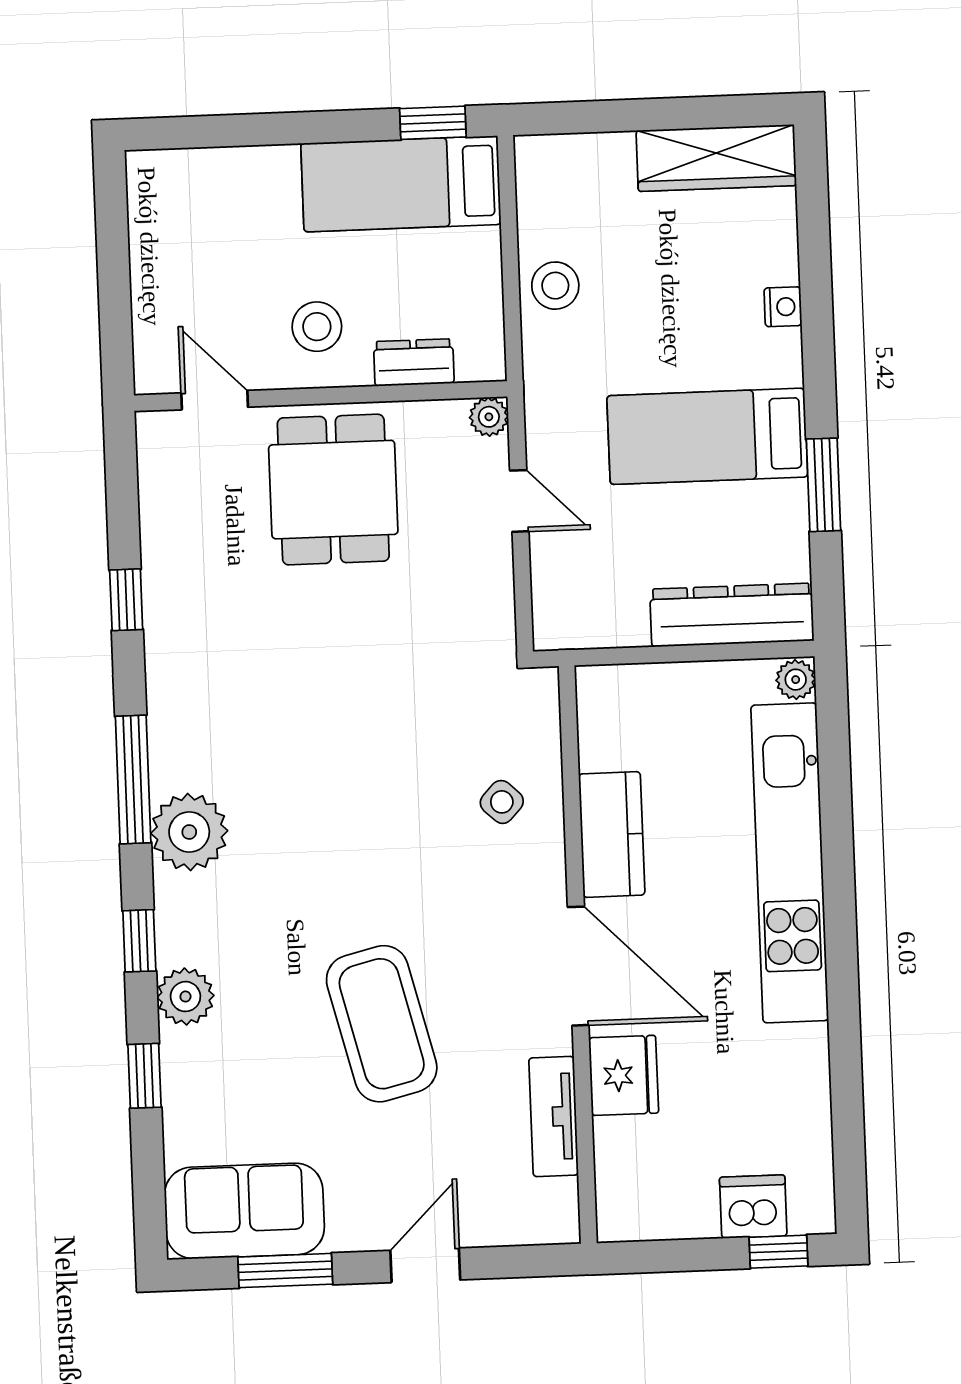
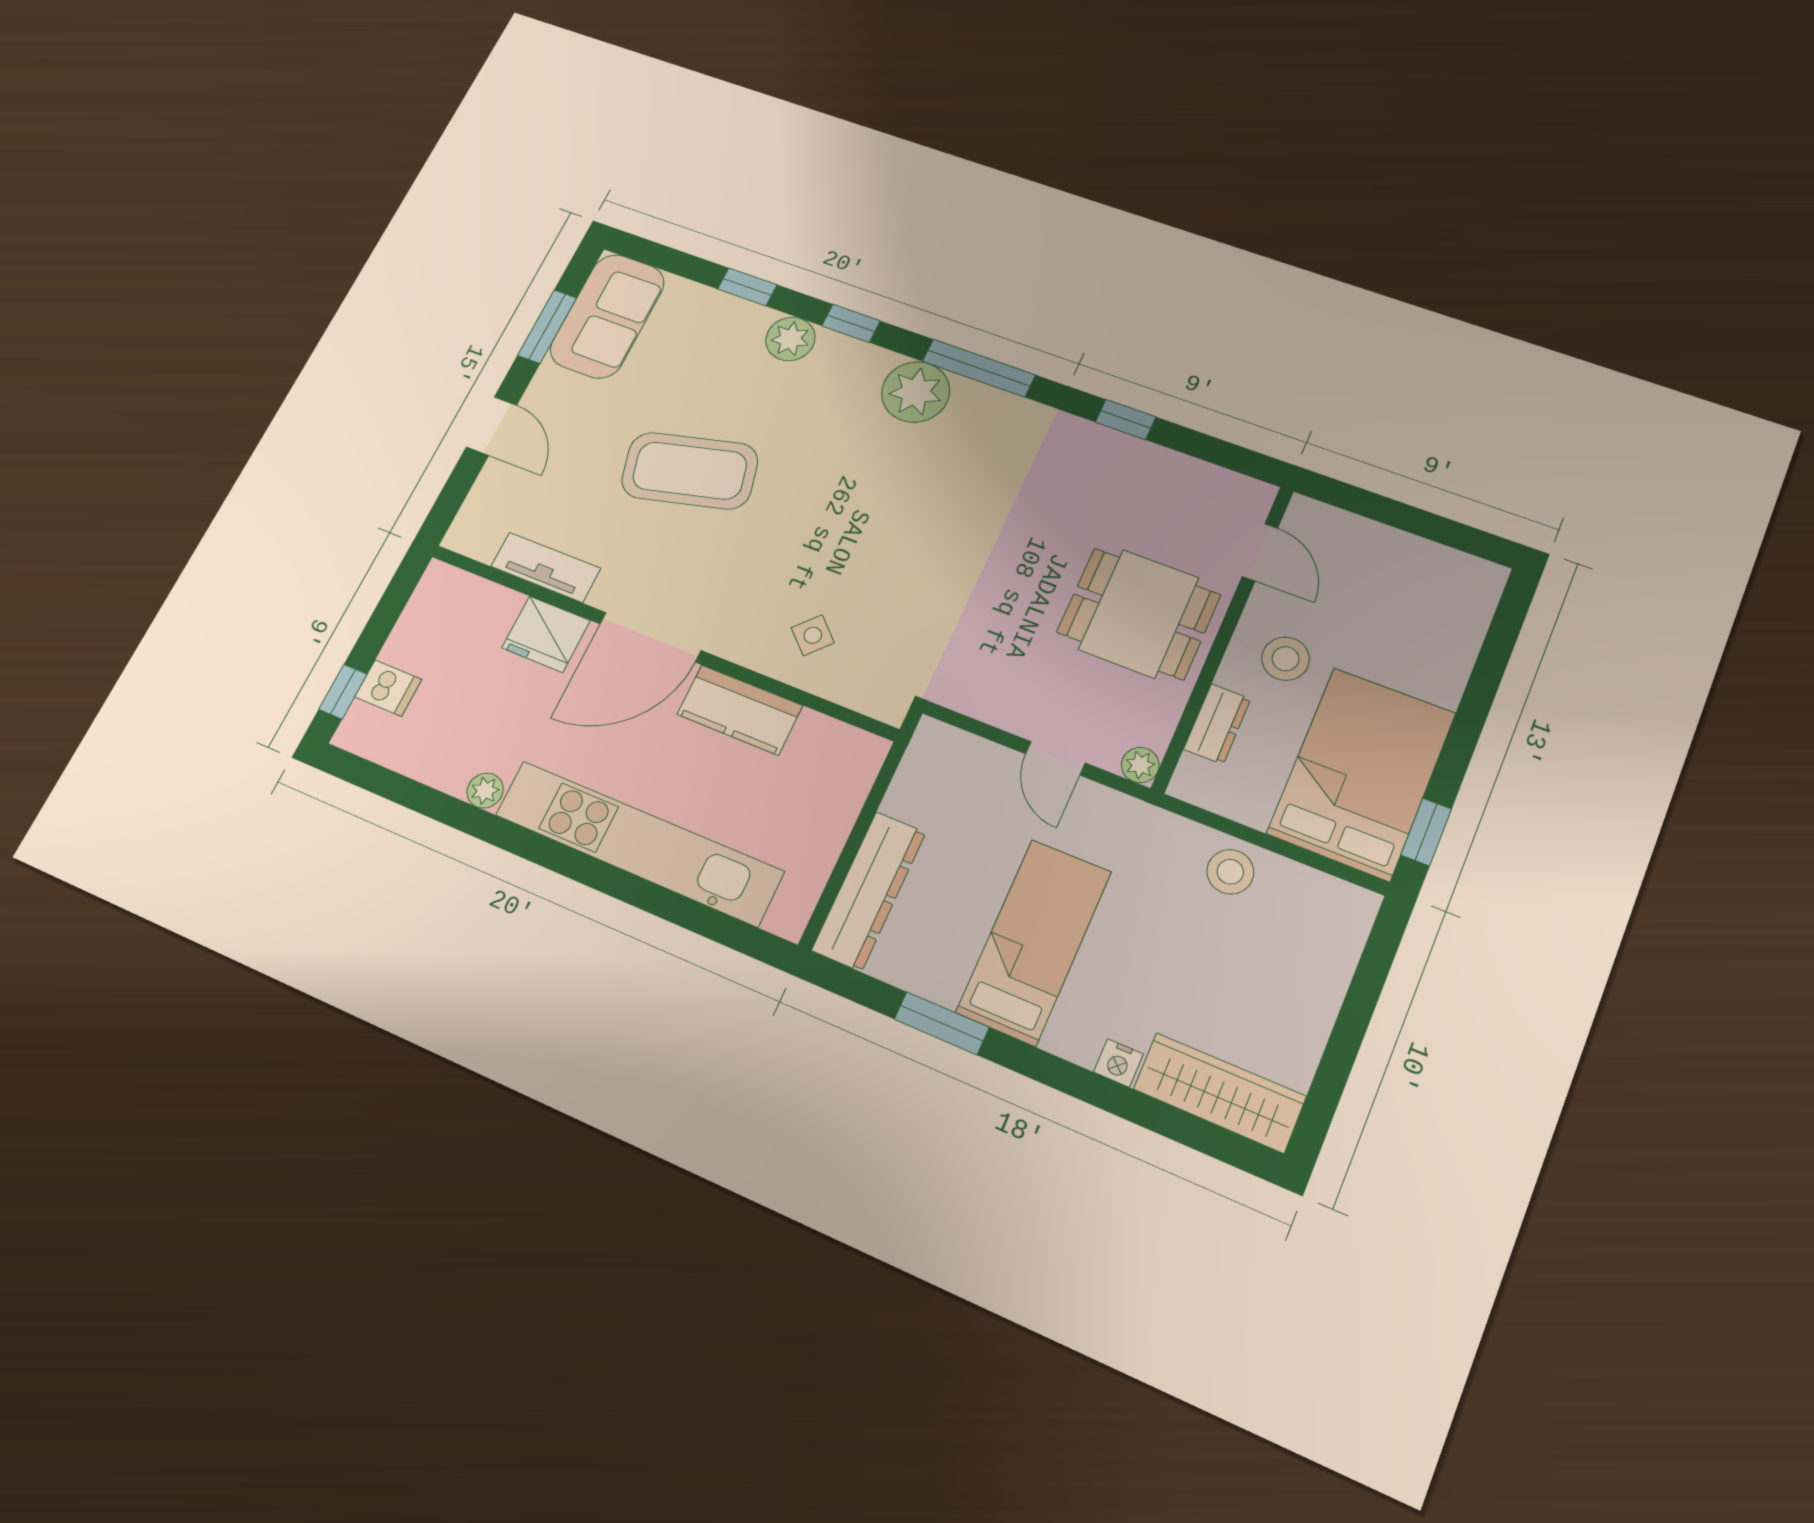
wardrobe: (716, 158) -> (1220, 1093), moved, turned 90
bed: (401, 184) -> (1361, 773), width x1.50
door: (215, 400) -> (1260, 552), hinge flipped
door: (519, 501) -> (1055, 758), hinge flipped
plant: (796, 680) -> (485, 791), moved
dishwasher: (753, 1207) -> (388, 688), width x0.73

